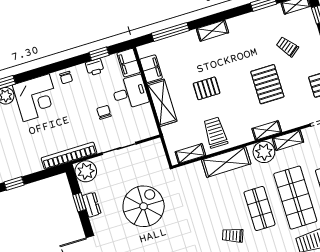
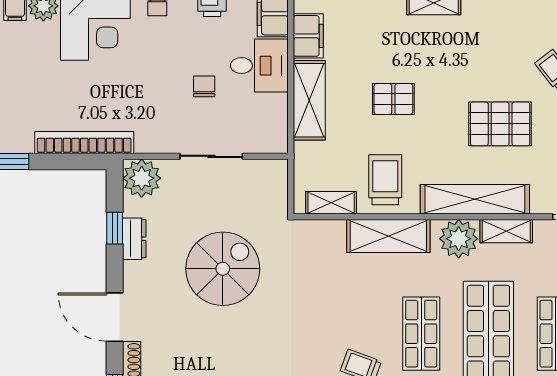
pallet: (267, 84) -> (500, 124), turned 90
shelving: (267, 130) -> (475, 199), width x2.20, depth x1.33
bookcase: (69, 156) -> (84, 142), moved

